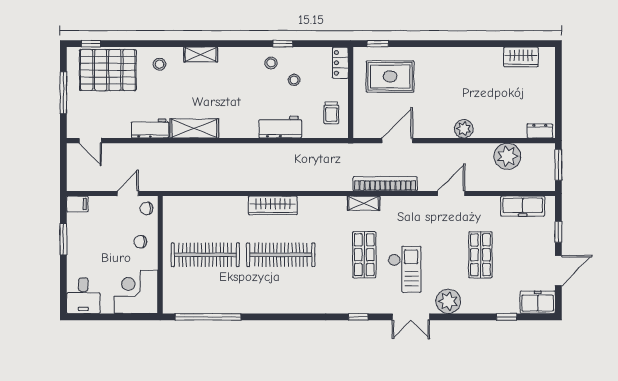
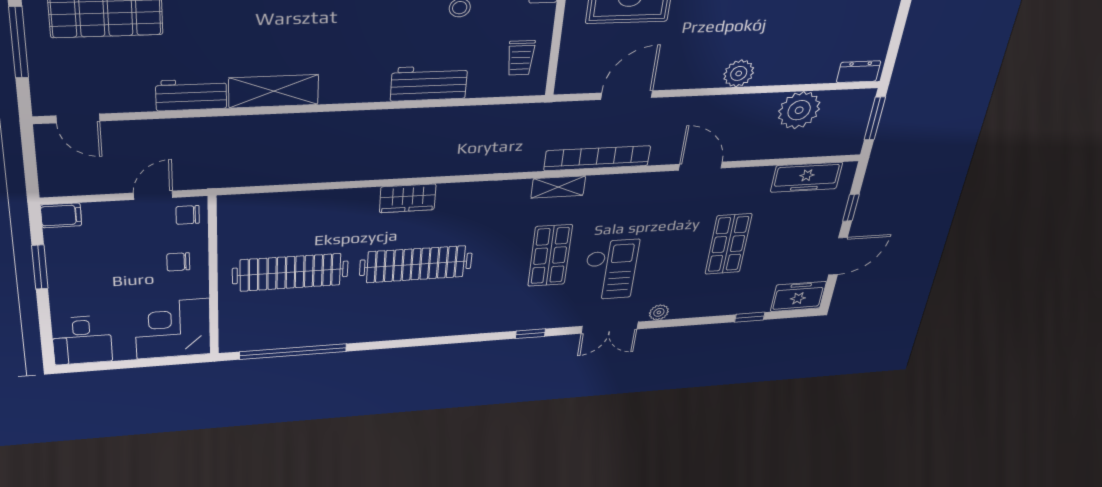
door: (451, 194) -> (700, 166), hinge flipped
wardrobe: (273, 205) -> (408, 198), width x0.67
plant: (448, 301) -> (659, 312), width x0.53, depth x0.53

